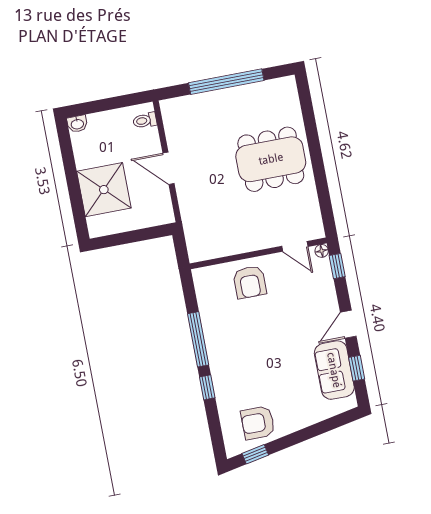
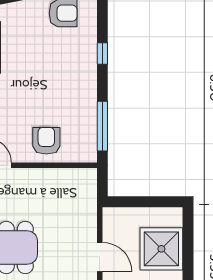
window: (198, 339) -> (102, 126), moved

